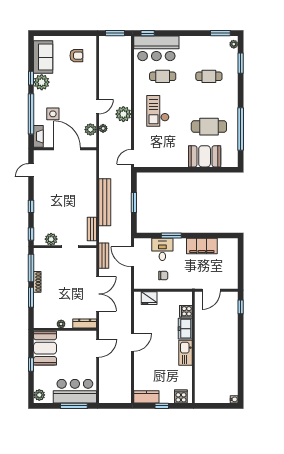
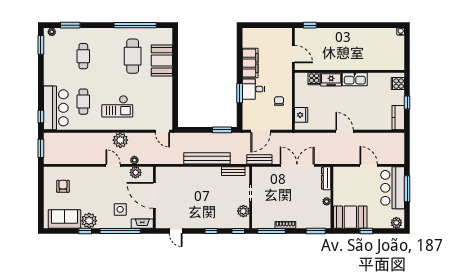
door: (67, 149) -> (154, 195), hinge flipped
window: (134, 202) -> (222, 130), moved
desk: (162, 249) -> (253, 89), moved
window: (31, 297) -> (316, 231), moved
door: (98, 348) -> (369, 165), moved

